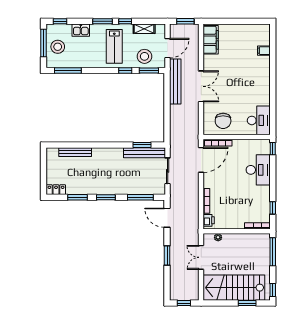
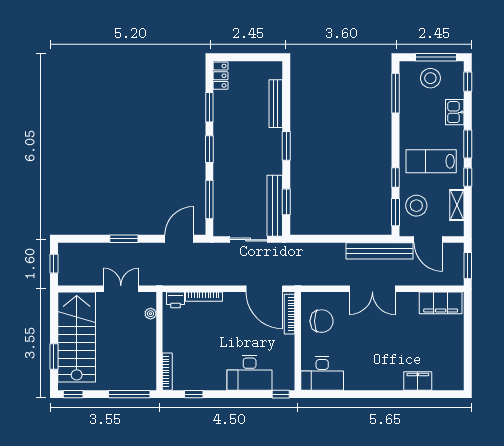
filing cabinet: (264, 51) -> (418, 381), width x2.00
chair: (223, 121) -> (322, 321), turned 180
window: (104, 145) -> (286, 146), added

